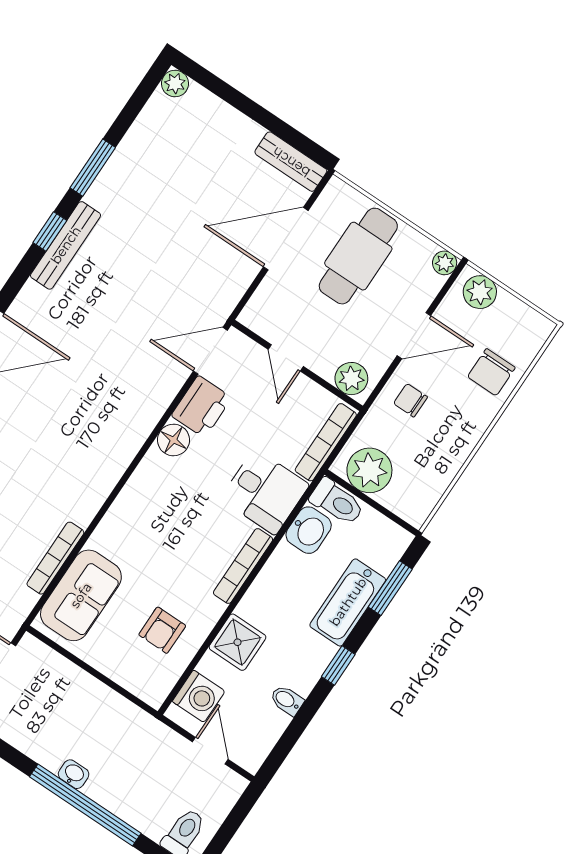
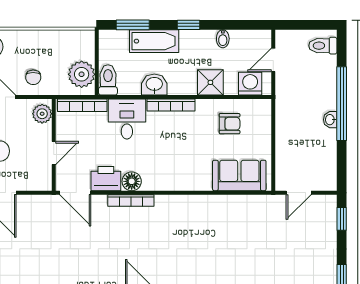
washbasin: (309, 530) -> (154, 85), moved
bookcase: (55, 558) -> (131, 200), moved

